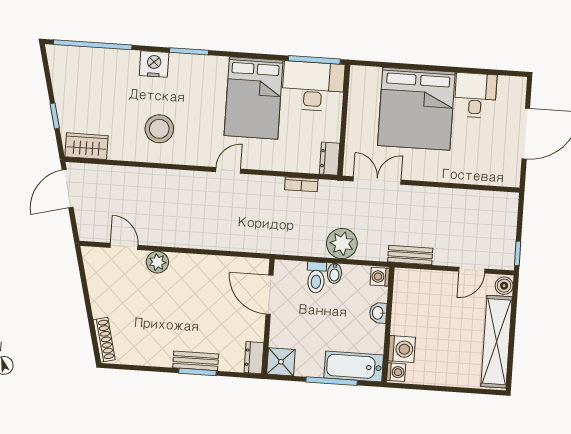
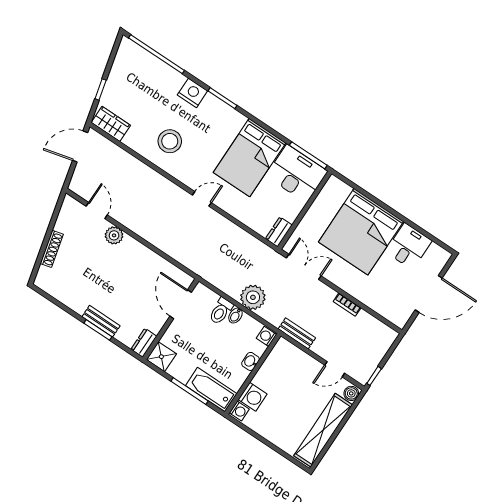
bookcase: (301, 184) -> (347, 305), moved
shoe rack: (104, 340) -> (52, 249), moved

